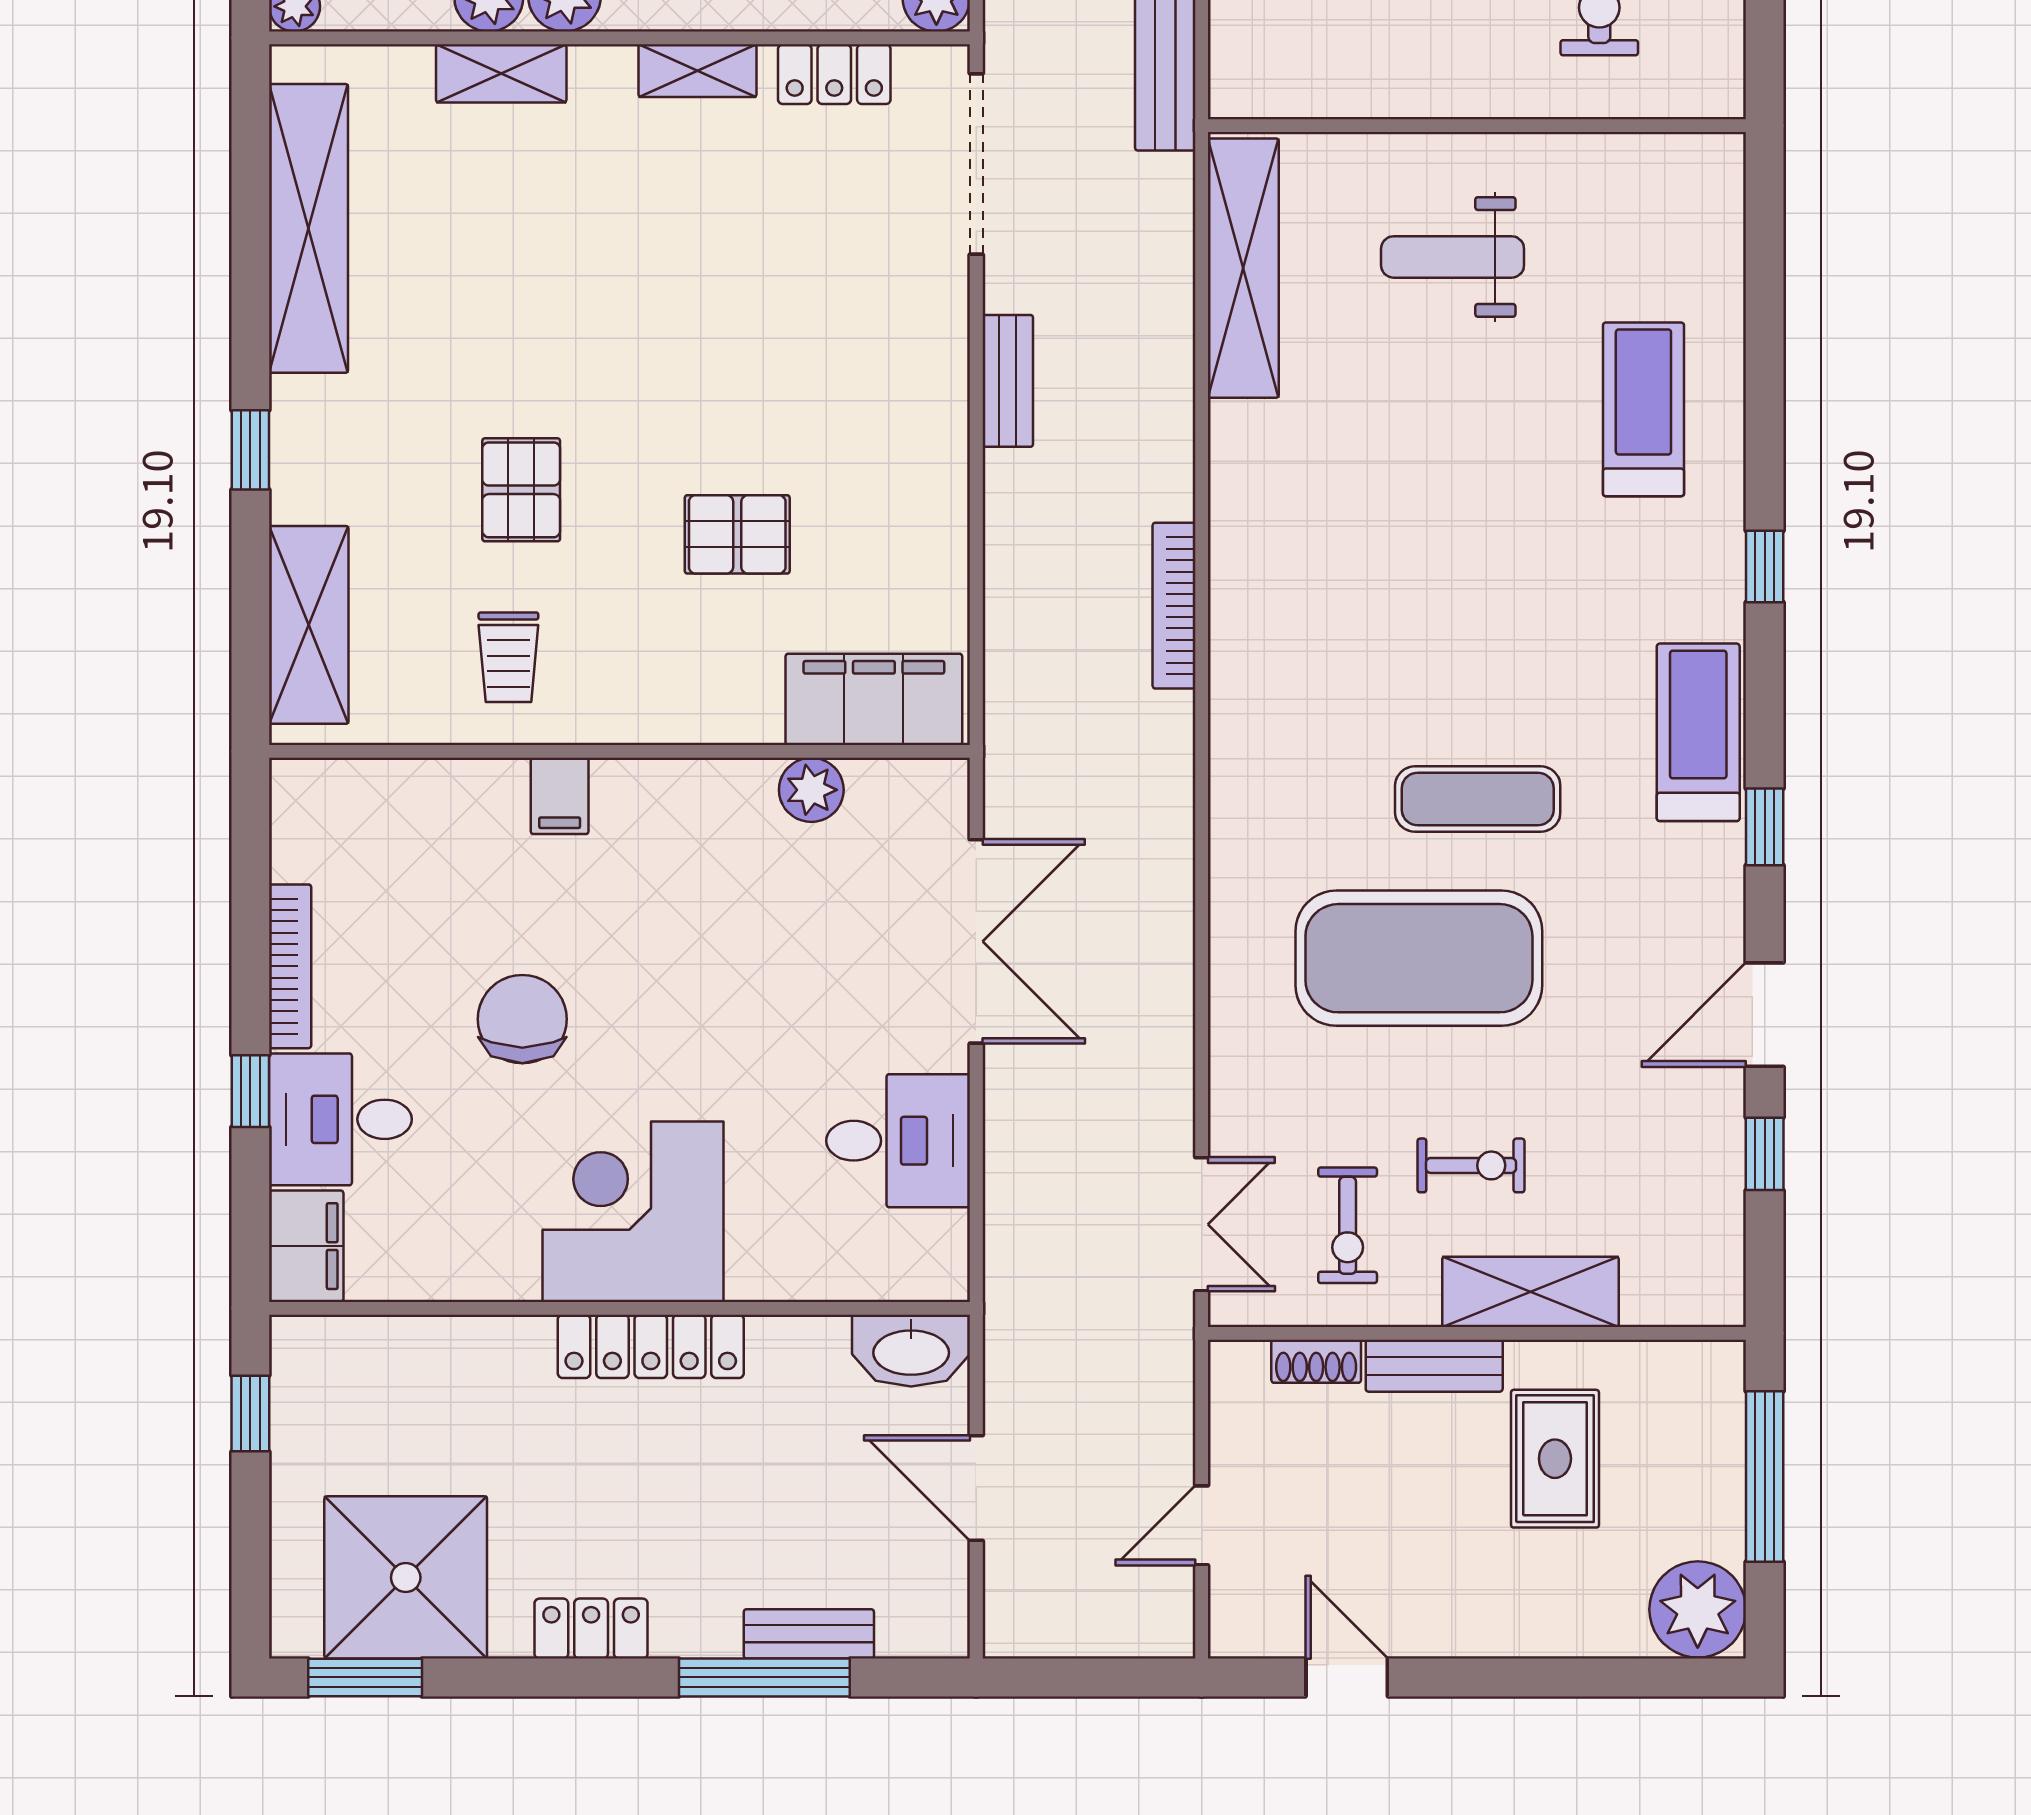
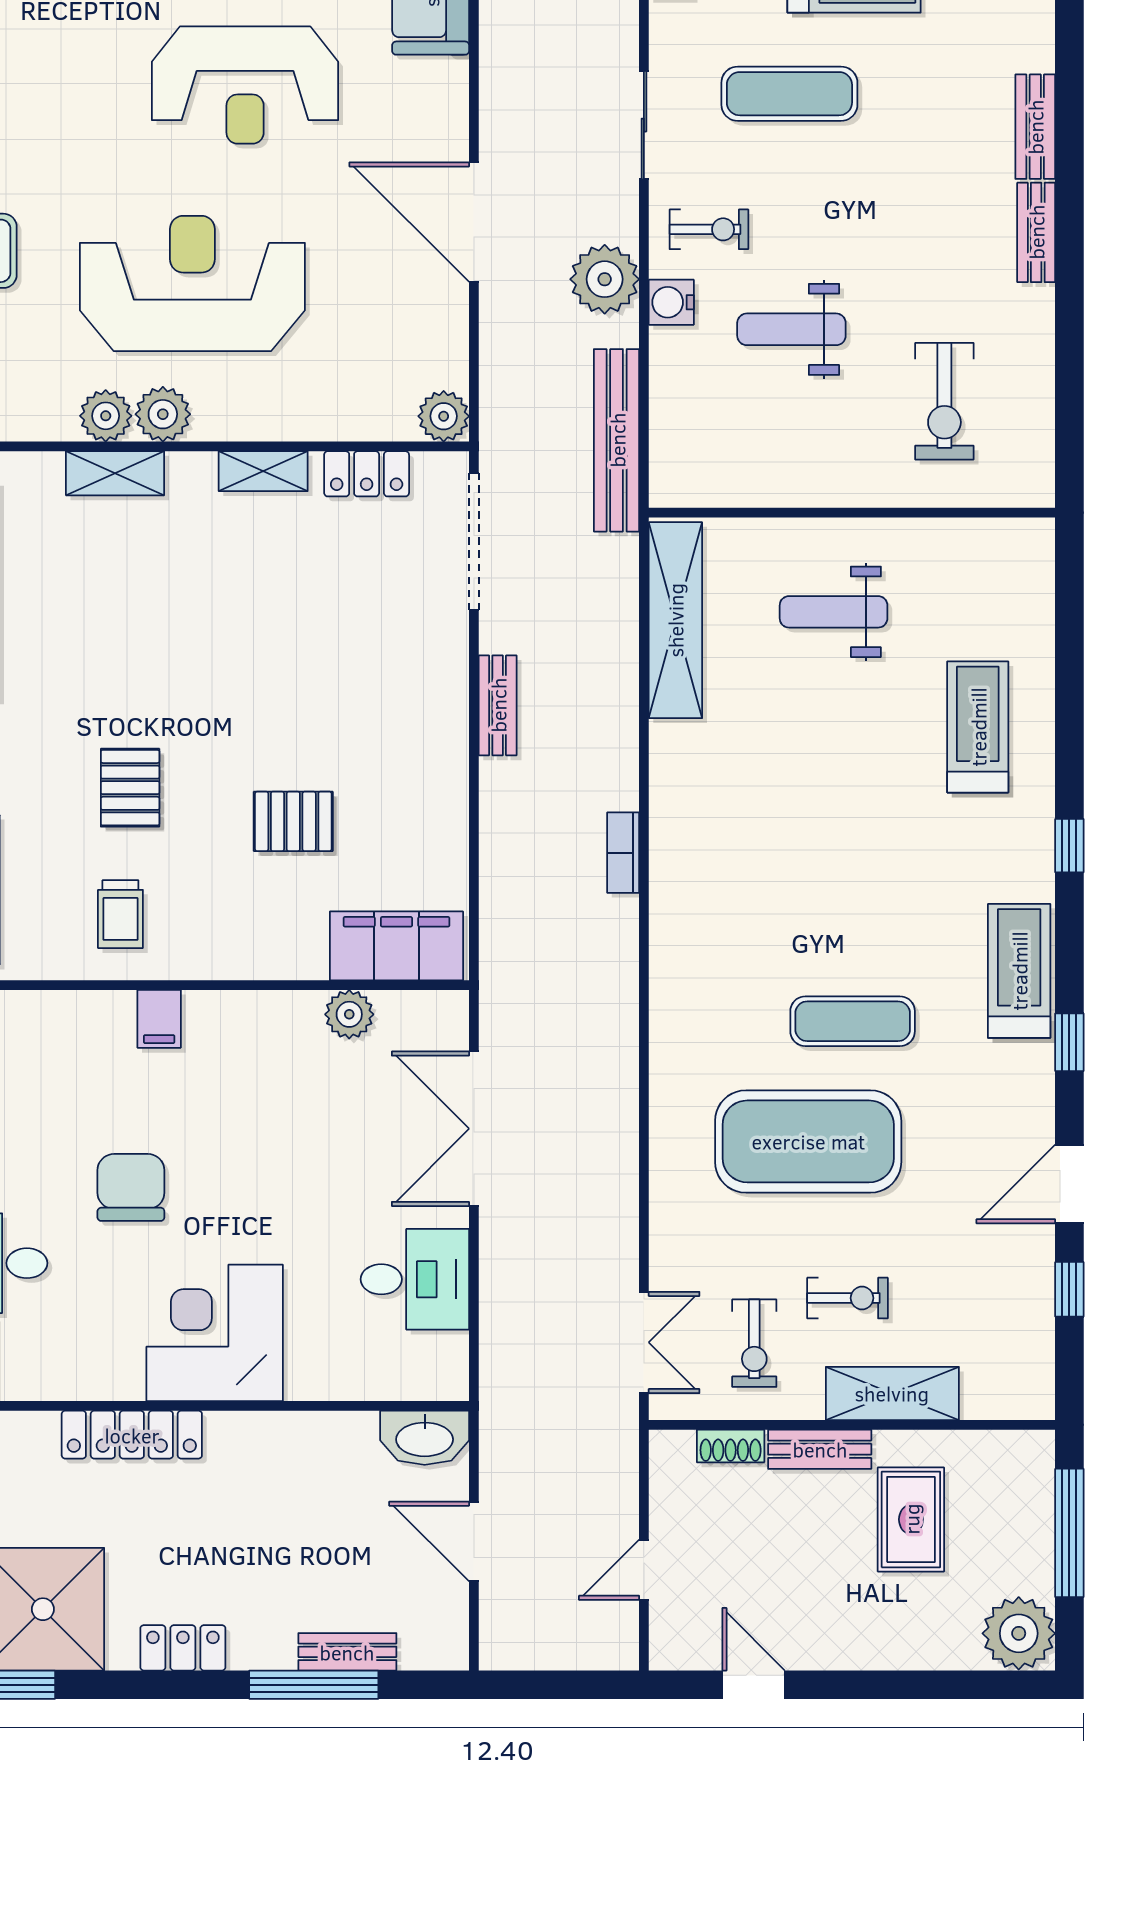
bookcase: (1174, 606) -> (623, 853), width x0.64
double door: (976, 941) -> (474, 1129), swing flipped
locker: (651, 1346) -> (132, 1435), moved

